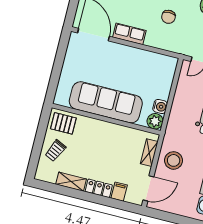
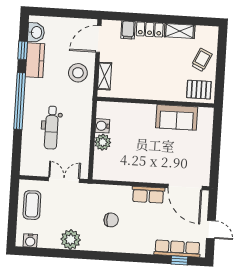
chair: (169, 17) -> (111, 220), turned 90
sofa: (106, 102) -> (177, 117), width x0.54, depth x0.79
plant: (155, 121) -> (103, 142), moved

